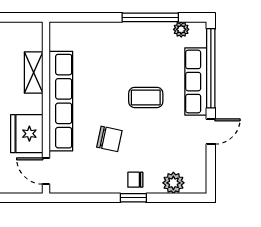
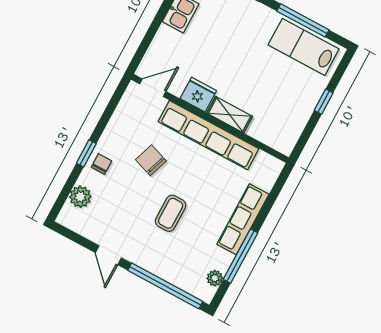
shelving: (34, 73) -> (230, 115), moved
row of seats: (196, 82) -> (243, 219), moved, turned -90
fridge: (27, 134) -> (198, 95), width x0.73, depth x0.75
chair: (109, 139) -> (151, 160), turned 97

